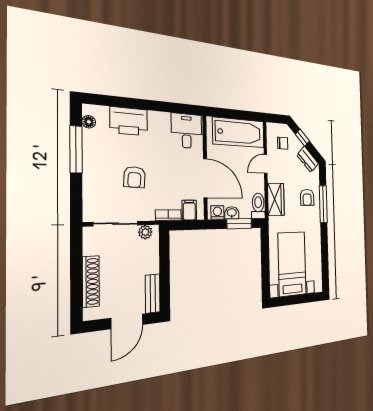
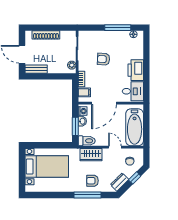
printer: (129, 121) -> (136, 70), moved

